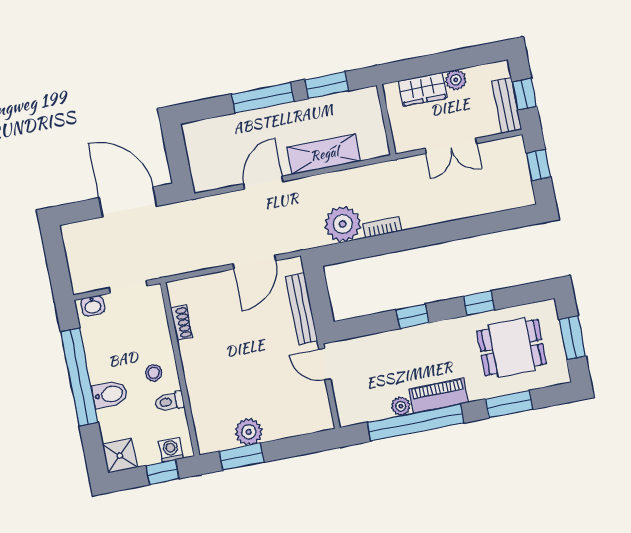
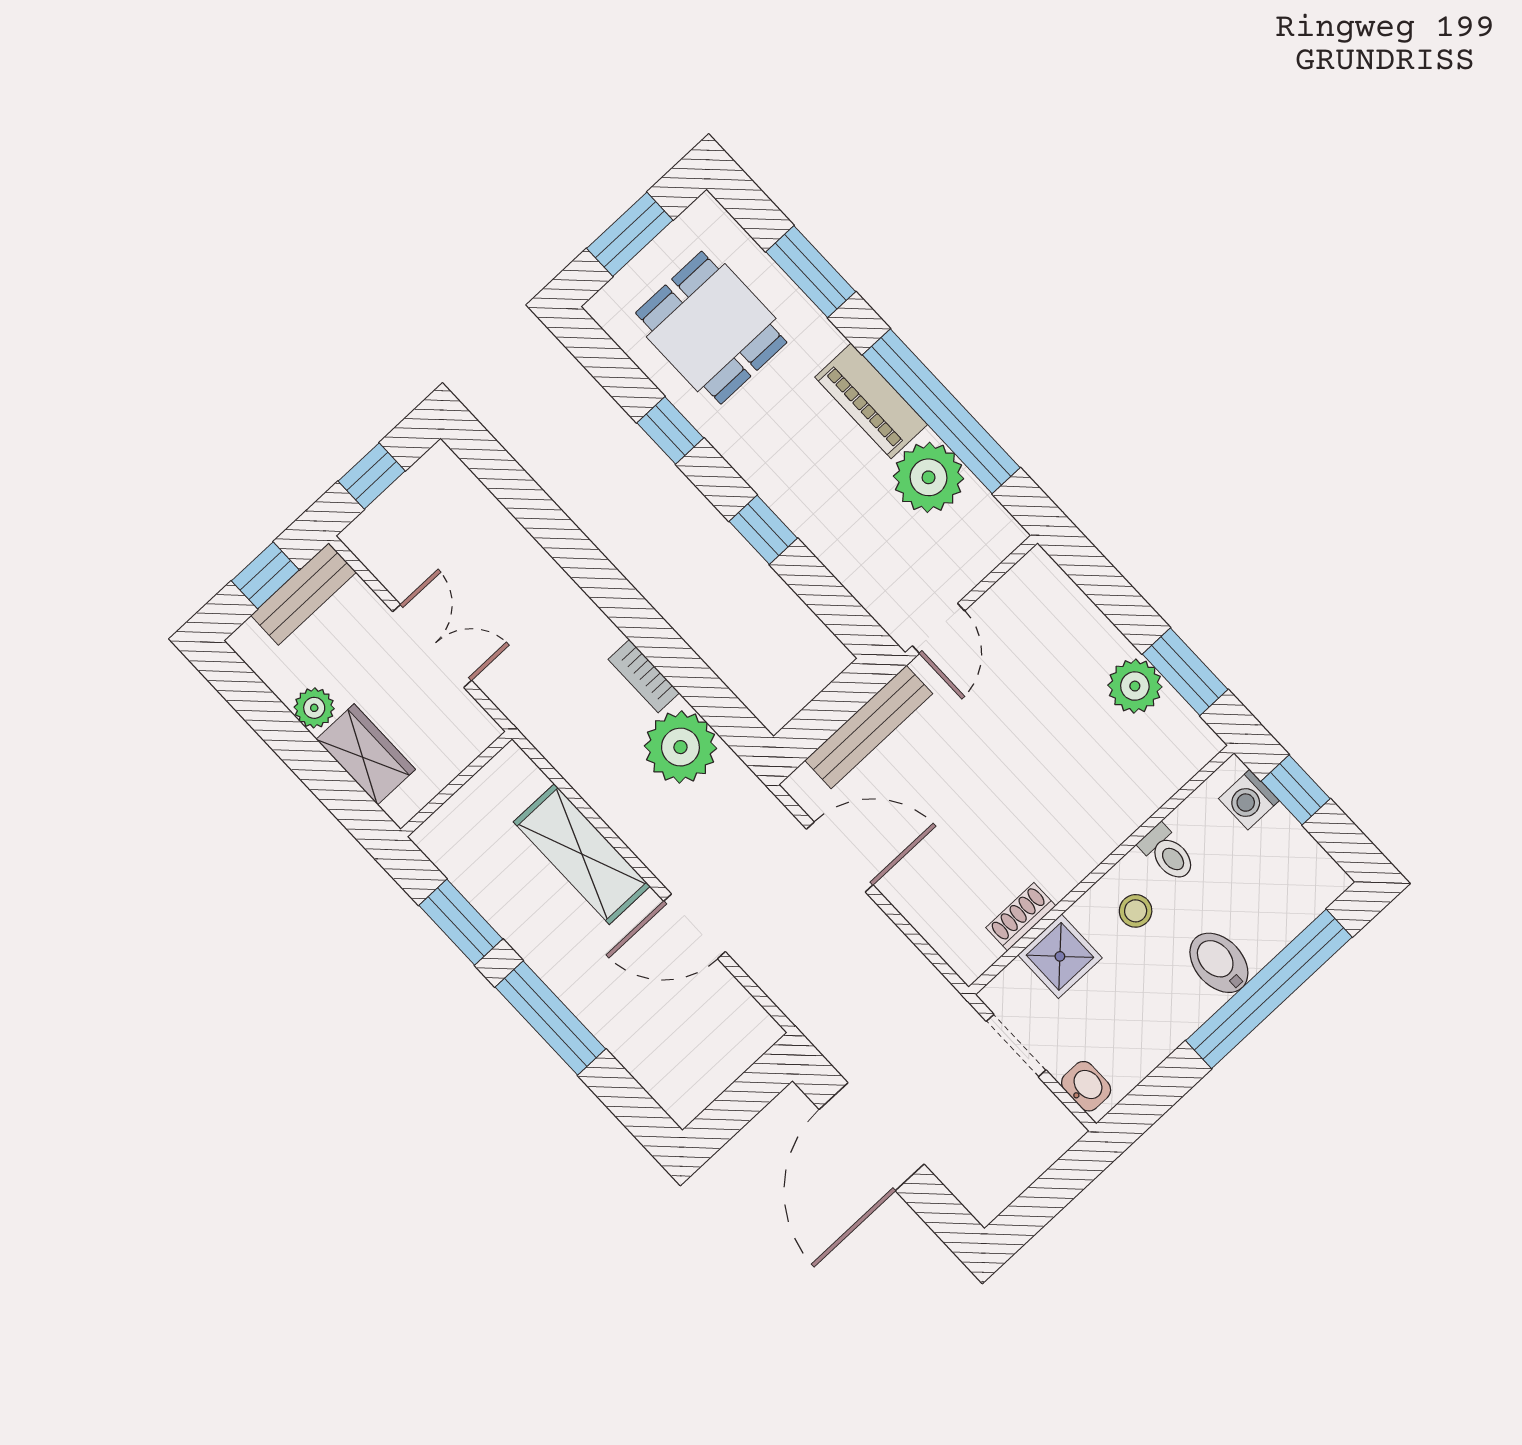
window: (79, 377) -> (1269, 989), moved
plant: (401, 406) -> (929, 477), width x1.87, depth x1.87
shower: (120, 456) -> (1060, 956), moved

